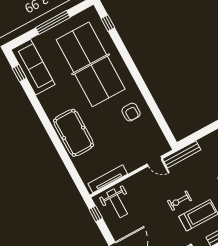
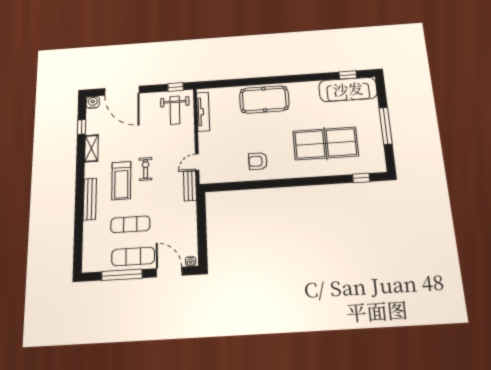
table tennis table: (91, 64) -> (326, 143), width x0.73, depth x0.76
bench: (182, 154) -> (190, 186), width x0.73
weight bench: (117, 203) -> (175, 110), turned -90

